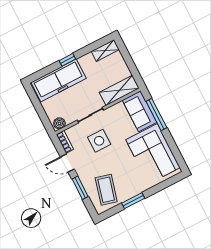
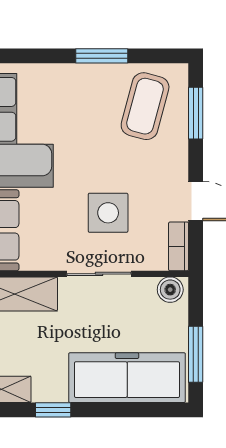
window: (67, 60) -> (53, 410), moved
window: (37, 103) -> (196, 354), added
window: (80, 188) -> (196, 113), moved

